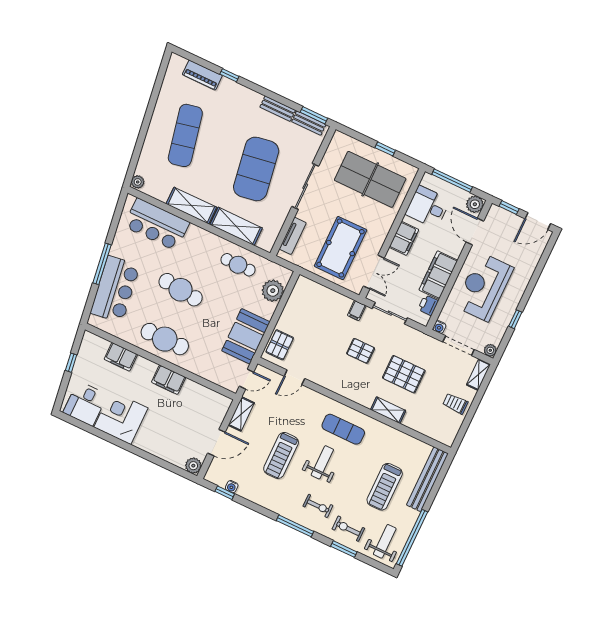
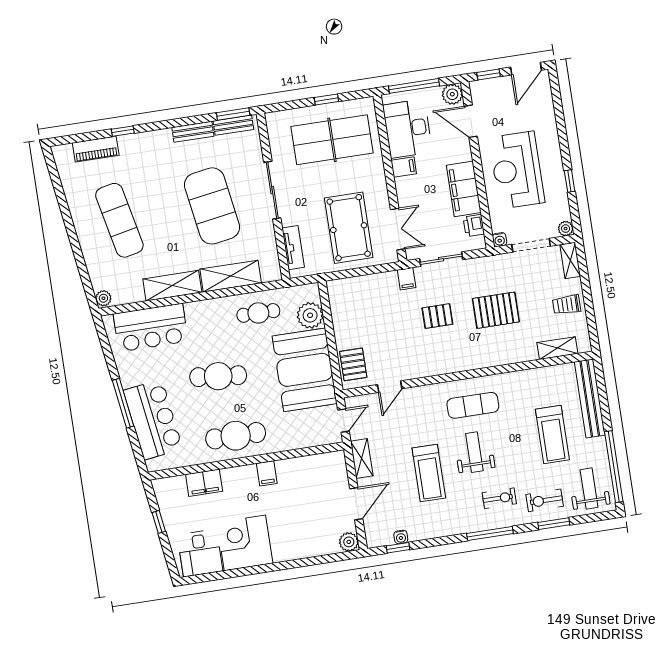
desk: (428, 207) -> (408, 129), width x1.37
filing cabinet: (404, 238) -> (404, 167), width x0.50
booth: (246, 336) -> (305, 370), width x1.36, depth x1.42
filing cabinet: (169, 380) -> (267, 473), width x0.50
shelving: (388, 410) -> (557, 348), moved

